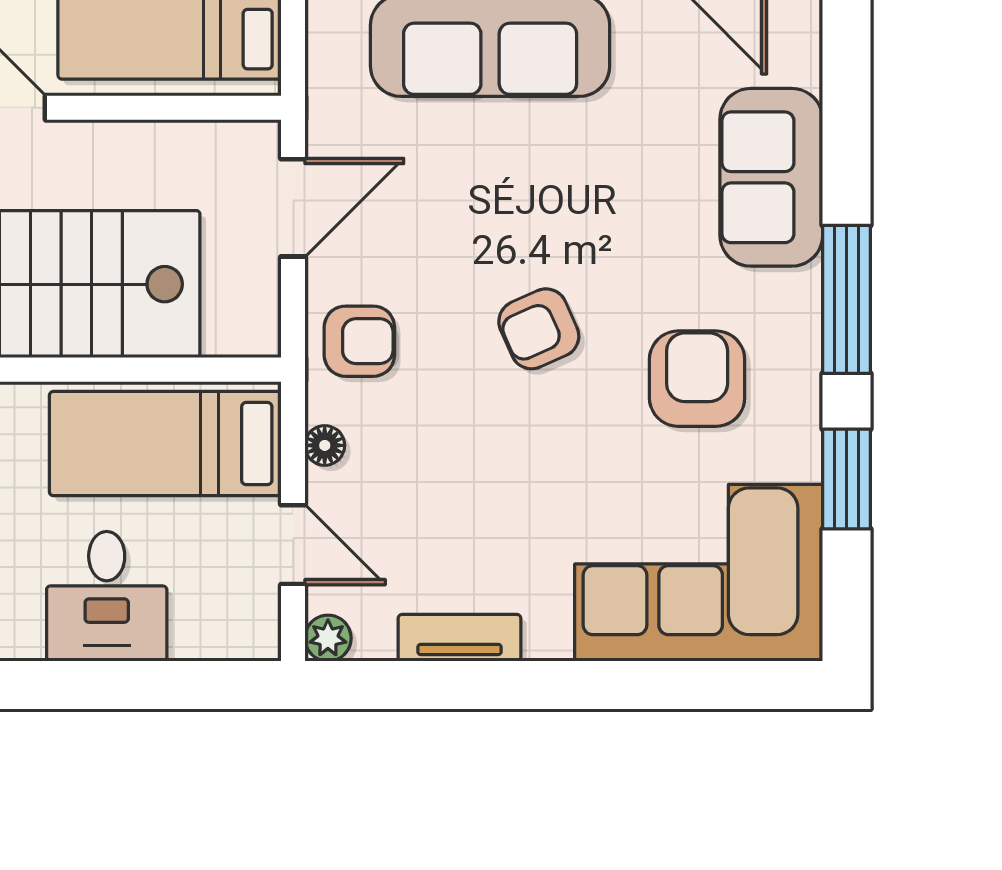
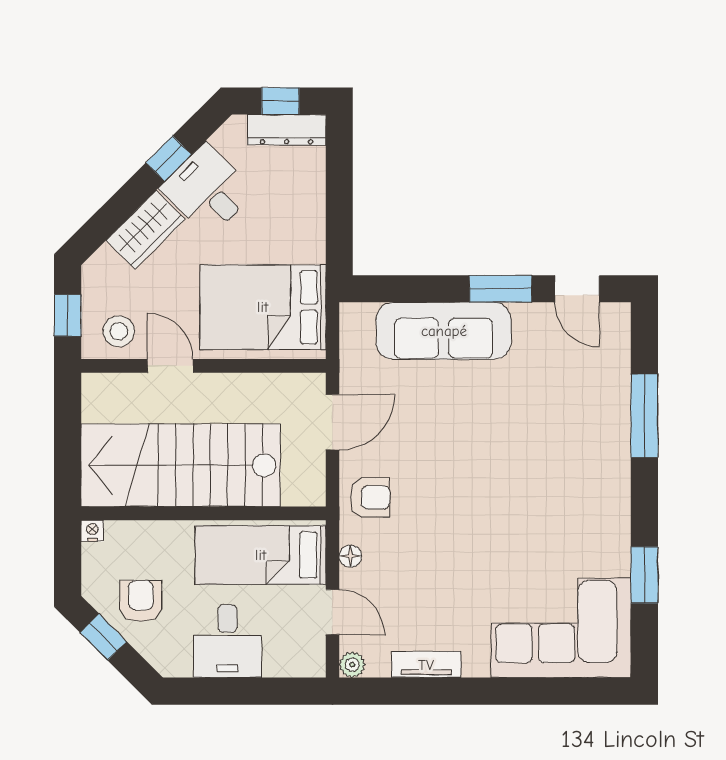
sofa: (771, 177) -> (602, 405), removed
window: (846, 299) -> (644, 416), moved
armchair: (539, 329) -> (471, 490), removed
armchair: (697, 379) -> (560, 518), removed

